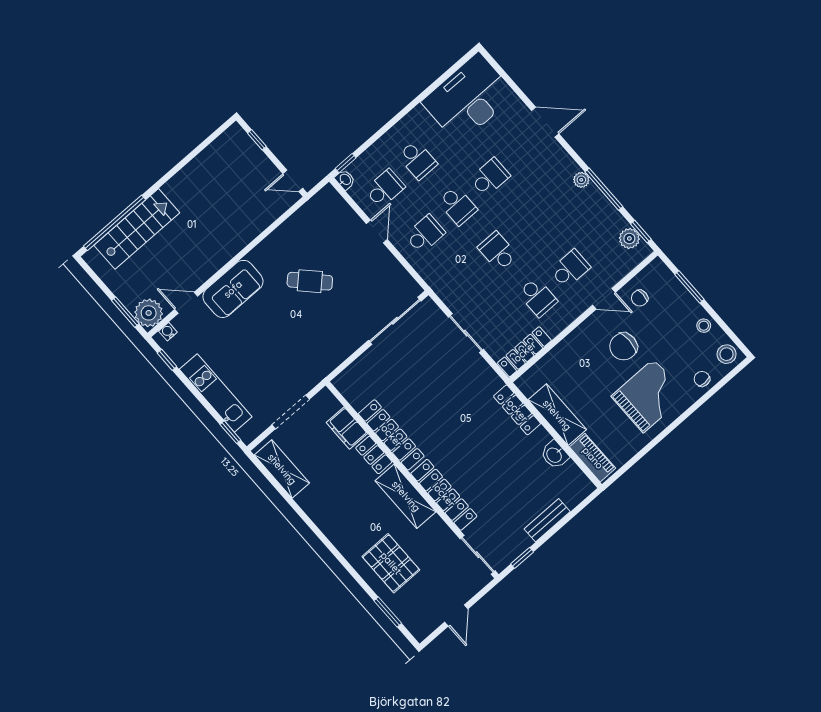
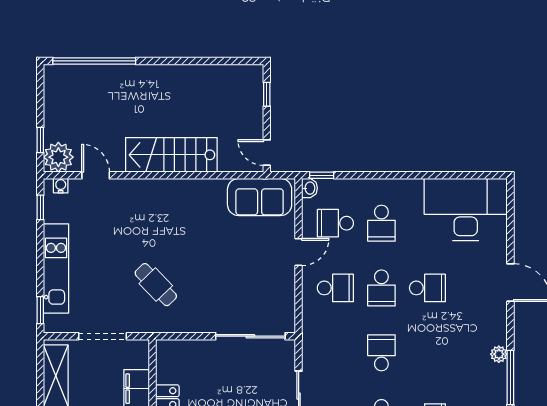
school desk: (385, 188) -> (335, 223), turned 180
stairs: (137, 229) -> (171, 155), moved, turned 180
cafe table: (310, 281) -> (156, 285), moved
sofa: (233, 289) -> (260, 197), moved
window: (125, 312) -> (40, 140), width x0.67

